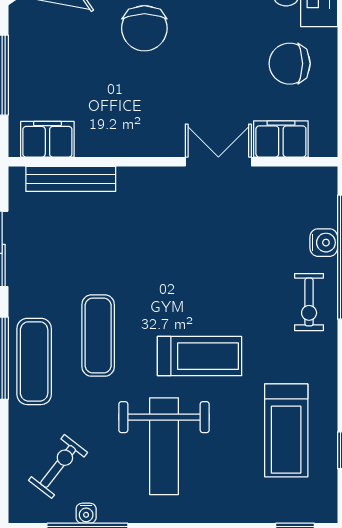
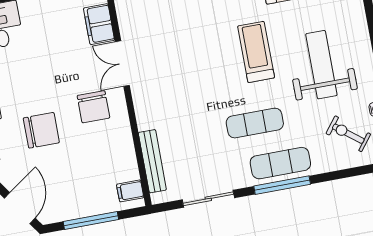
chair: (290, 64) -> (93, 107), moved
filing cabinet: (47, 139) -> (130, 191), width x0.50
weight bench: (164, 446) -> (321, 65), turned -90

